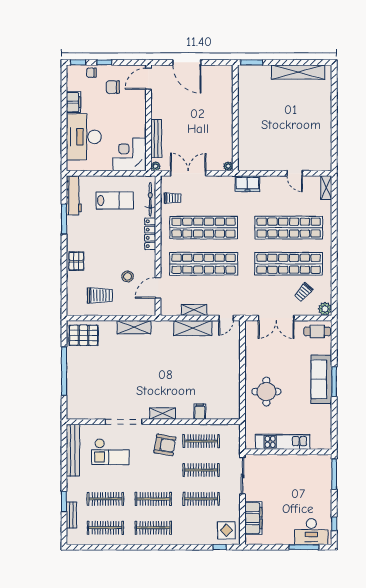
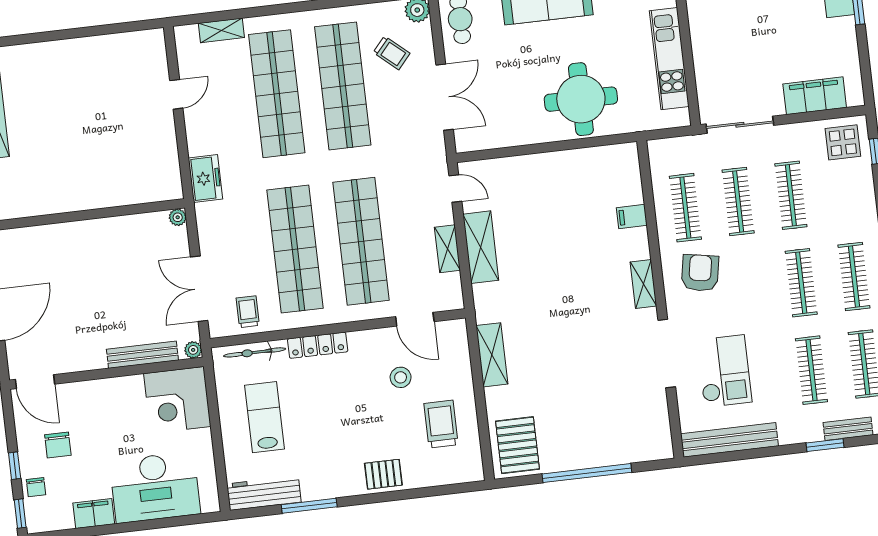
shelving: (326, 188) -> (221, 30), moved
round table: (266, 392) -> (581, 99), width x1.36, depth x1.36

